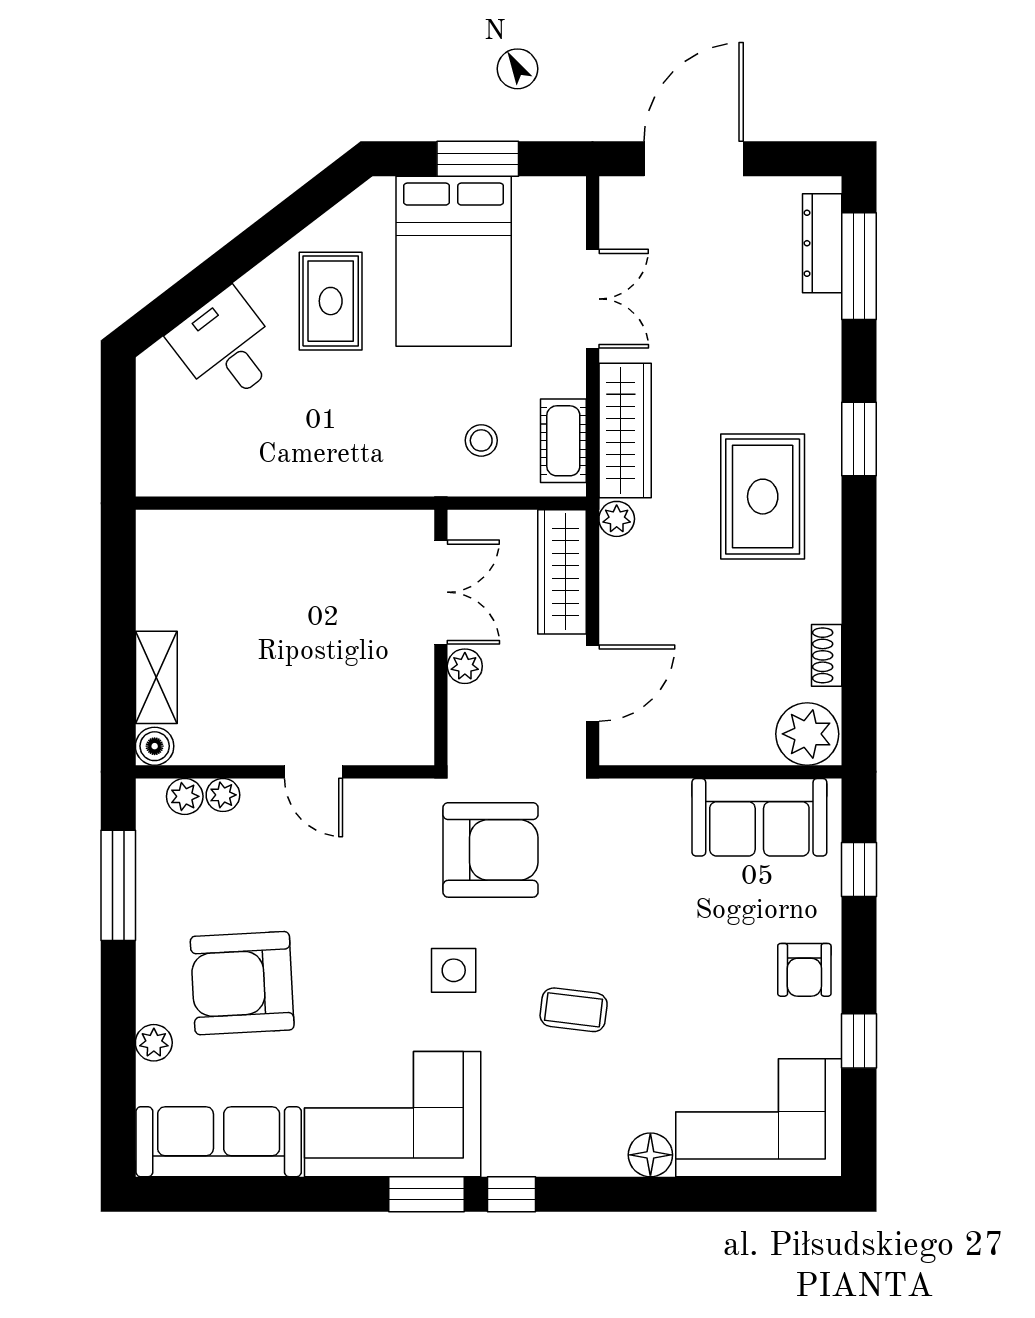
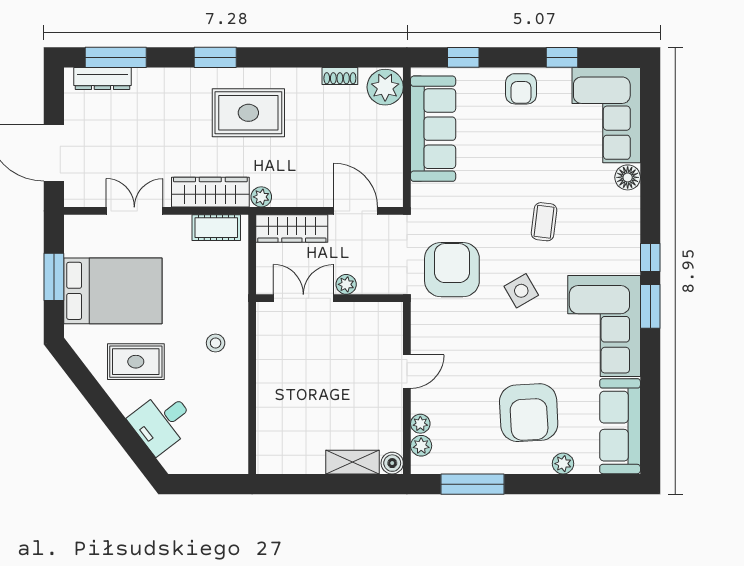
stool: (481, 440) -> (216, 343), moved
sofa: (759, 817) -> (433, 129), width x1.36
side table: (454, 970) -> (521, 291), turned -30
armchair: (804, 970) -> (521, 89), turned 90

